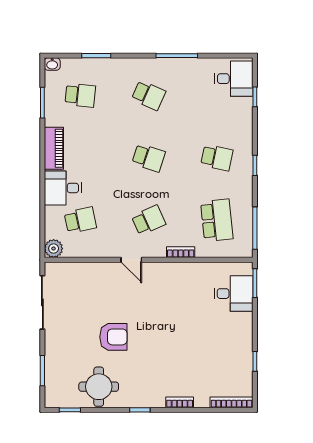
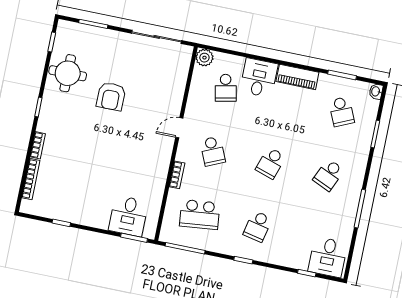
school desk: (80, 95) -> (342, 112), turned -30
bookcase: (231, 402) -> (31, 179), moved

